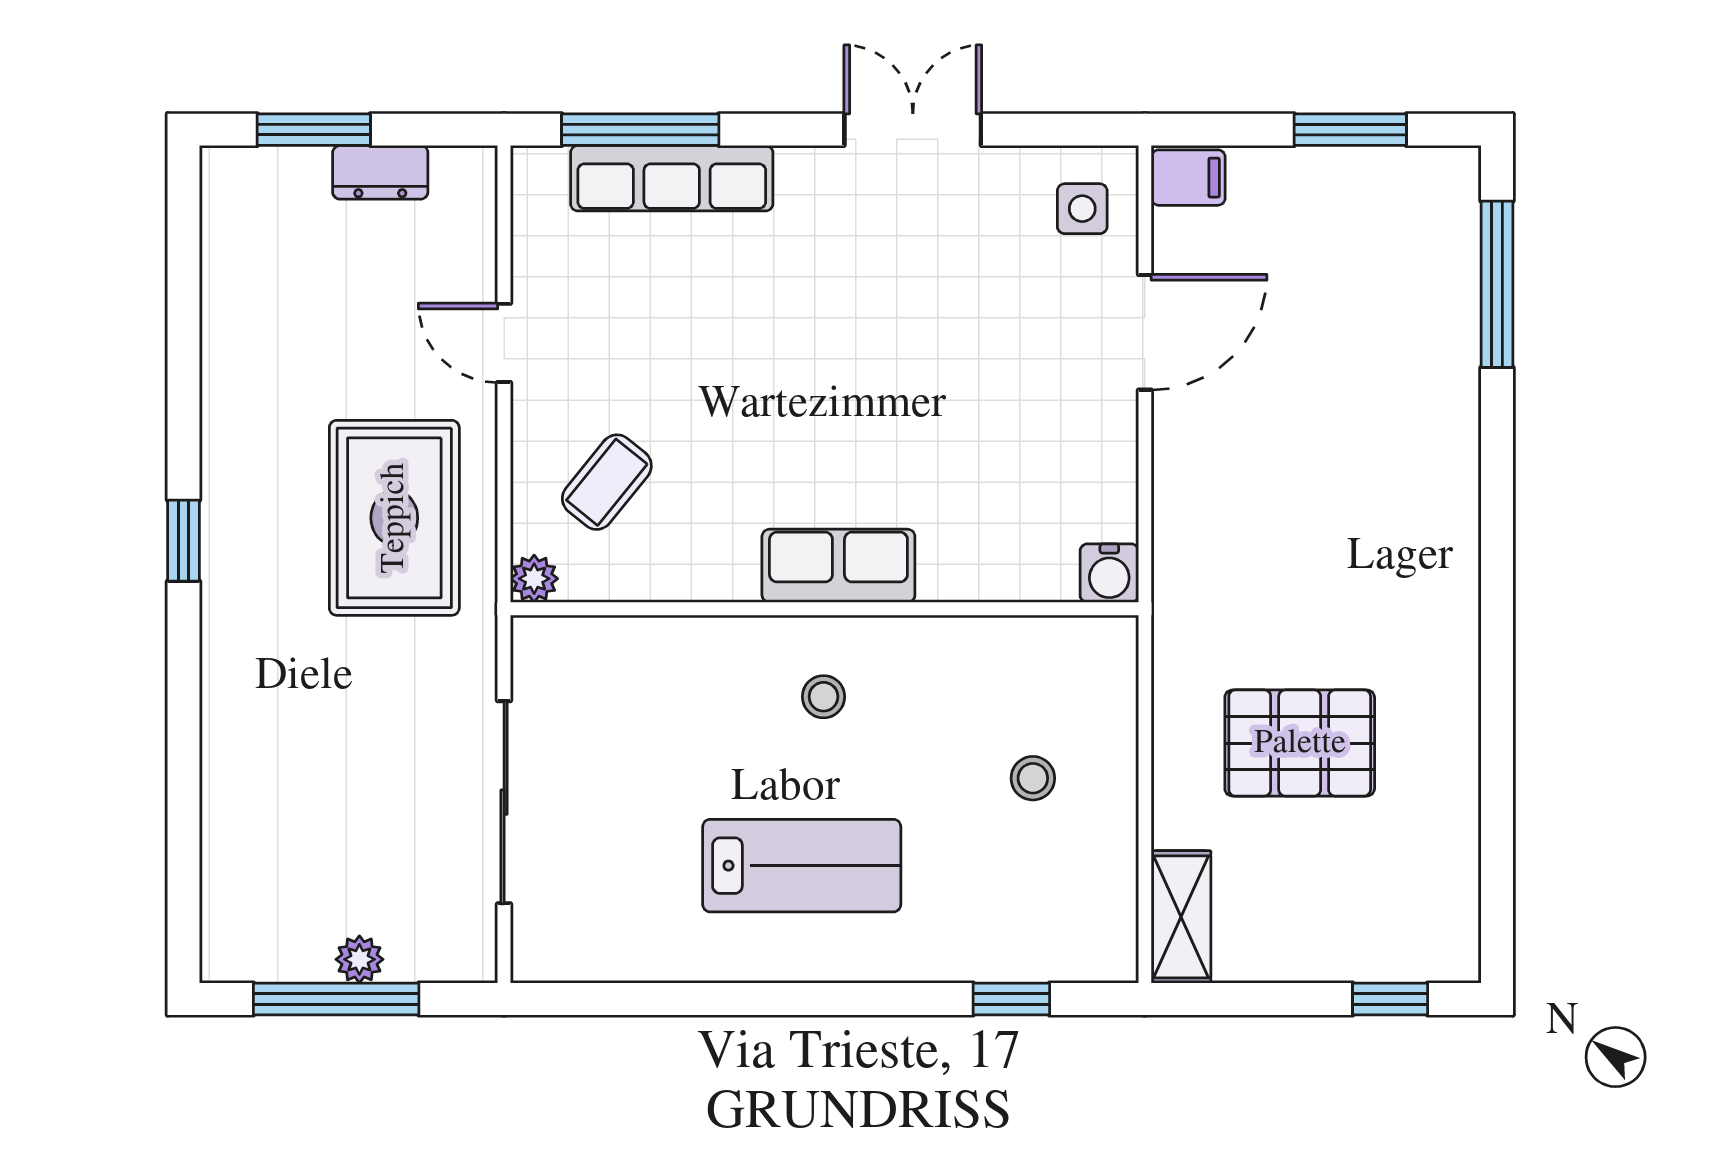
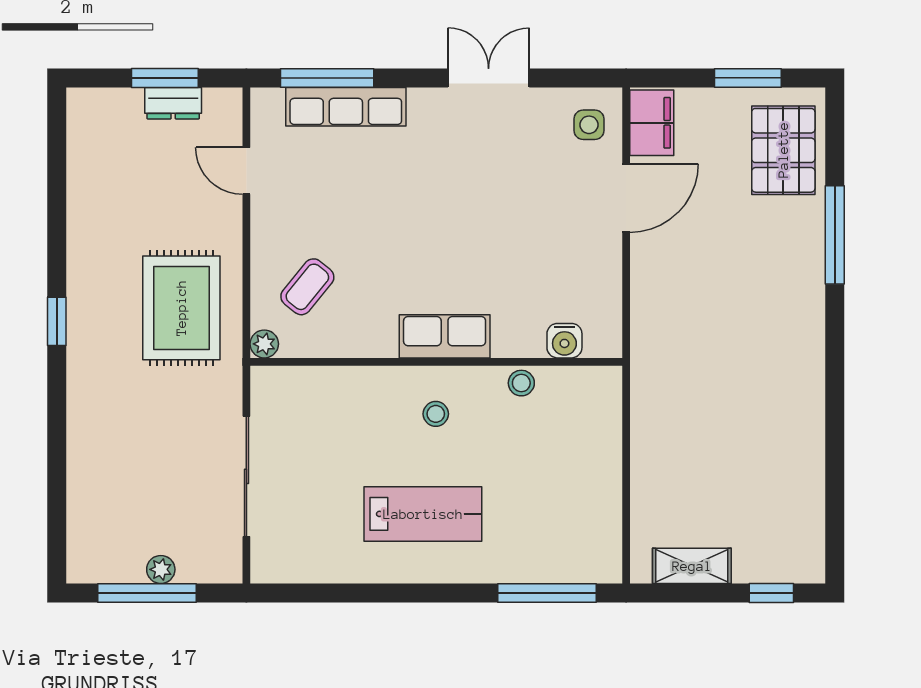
window: (314, 130) -> (165, 78), moved
filing cabinet: (1188, 178) -> (652, 123), width x2.00
window: (1497, 284) -> (835, 235), moved
door: (504, 343) -> (246, 171), moved
water cooler: (1109, 573) -> (564, 341), moved
pallet: (1300, 743) -> (783, 150), moved, turned 90
stool: (1033, 778) -> (521, 383), moved
shelving: (1181, 917) -> (692, 566), moved, turned 90
window: (1011, 999) -> (547, 593), width x2.17

